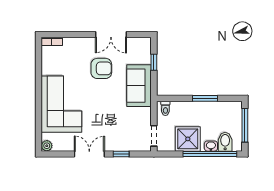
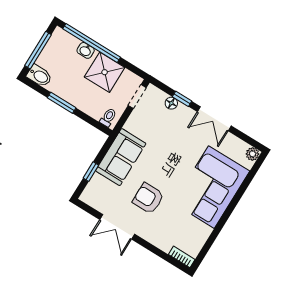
double door: (111, 34) -> (117, 227), swing flipped
bidet: (225, 142) -> (39, 76), moved, turned -90
floor lamp: (127, 146) -> (171, 103), added

